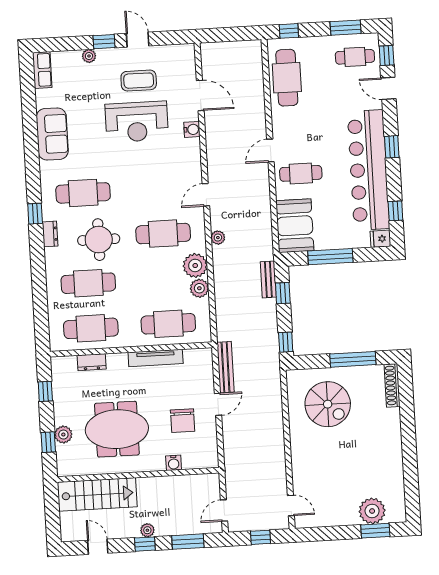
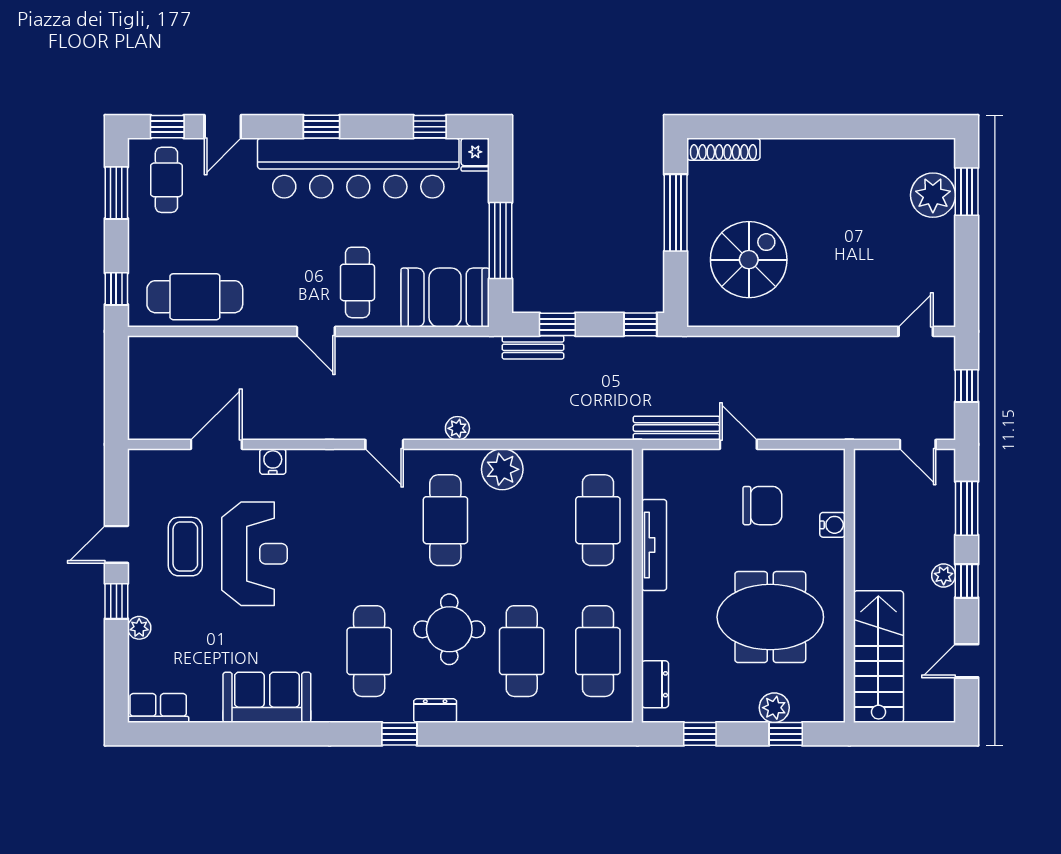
plant: (199, 288) -> (541, 464), removed
dresser: (92, 362) -> (655, 684), moved
meeting table: (117, 429) -> (770, 617), turned 90

